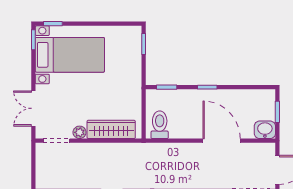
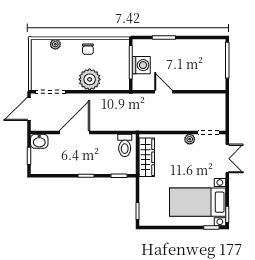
wardrobe: (111, 129) -> (147, 157), moved, turned -90
door: (222, 141) -> (74, 132), swing flipped

